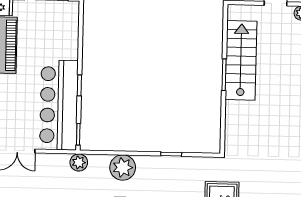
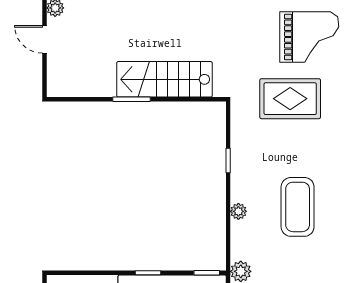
stairs: (241, 60) -> (165, 79), moved
plant: (123, 168) -> (238, 211), width x0.53, depth x0.53

